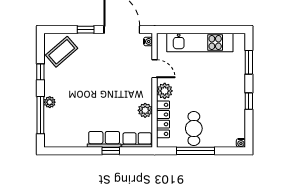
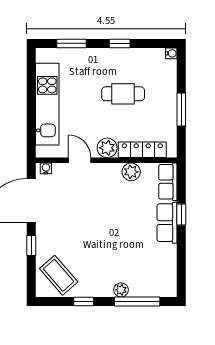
door: (155, 69) -> (80, 160), hinge flipped
cafe table: (194, 128) -> (123, 94), moved
window: (196, 151) -> (181, 110), width x0.69

